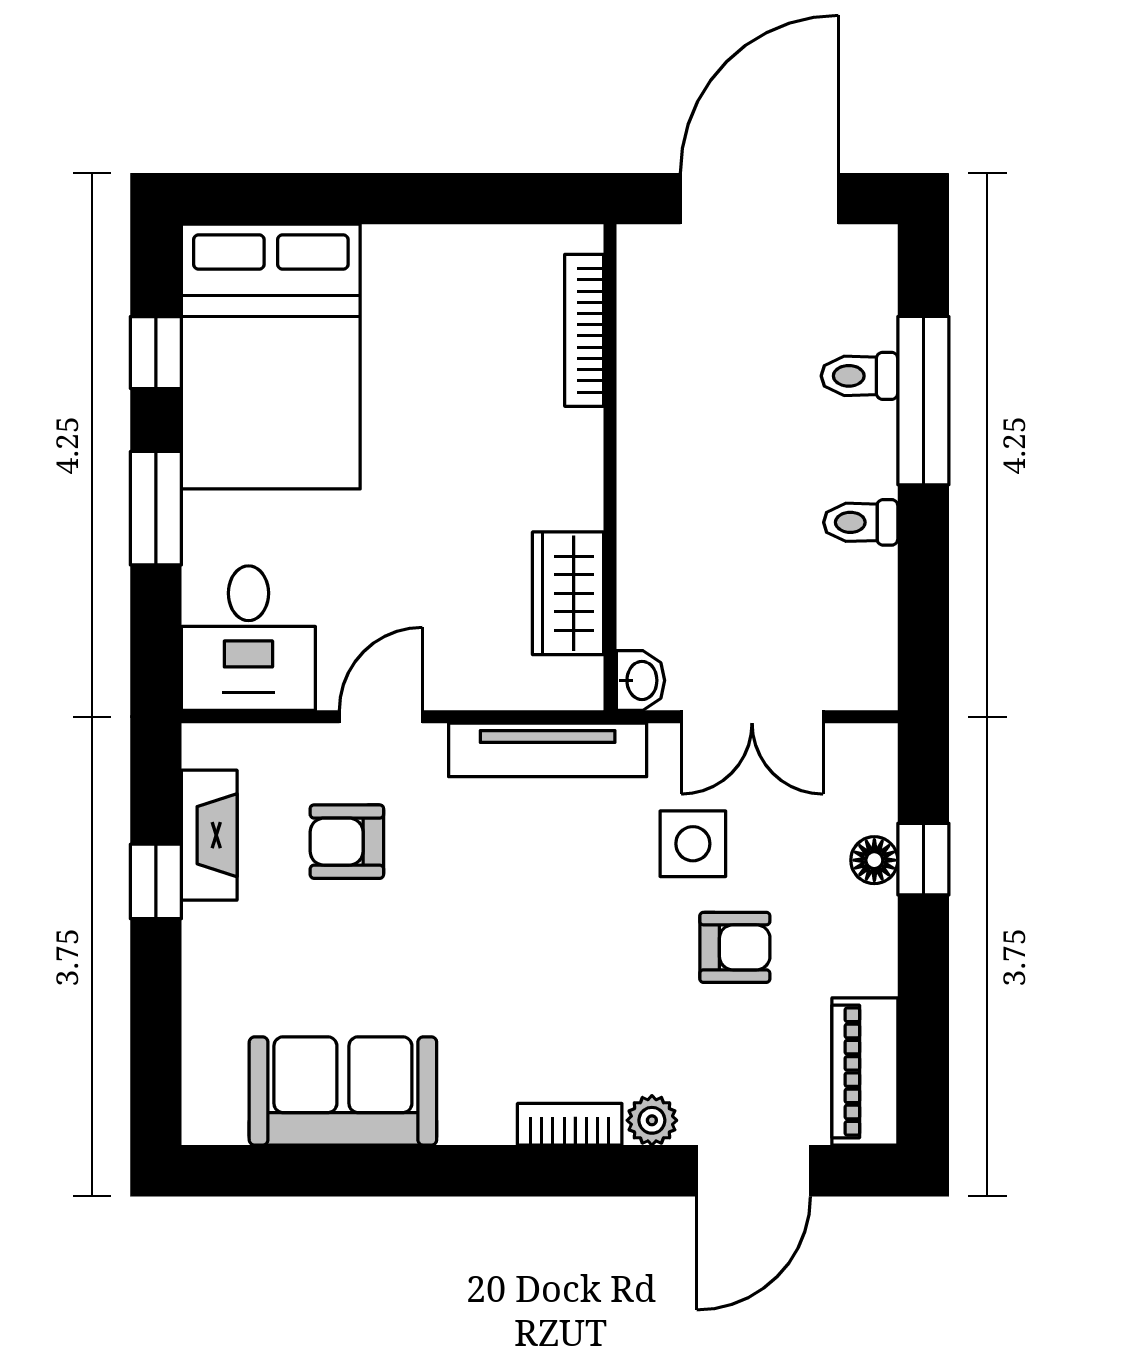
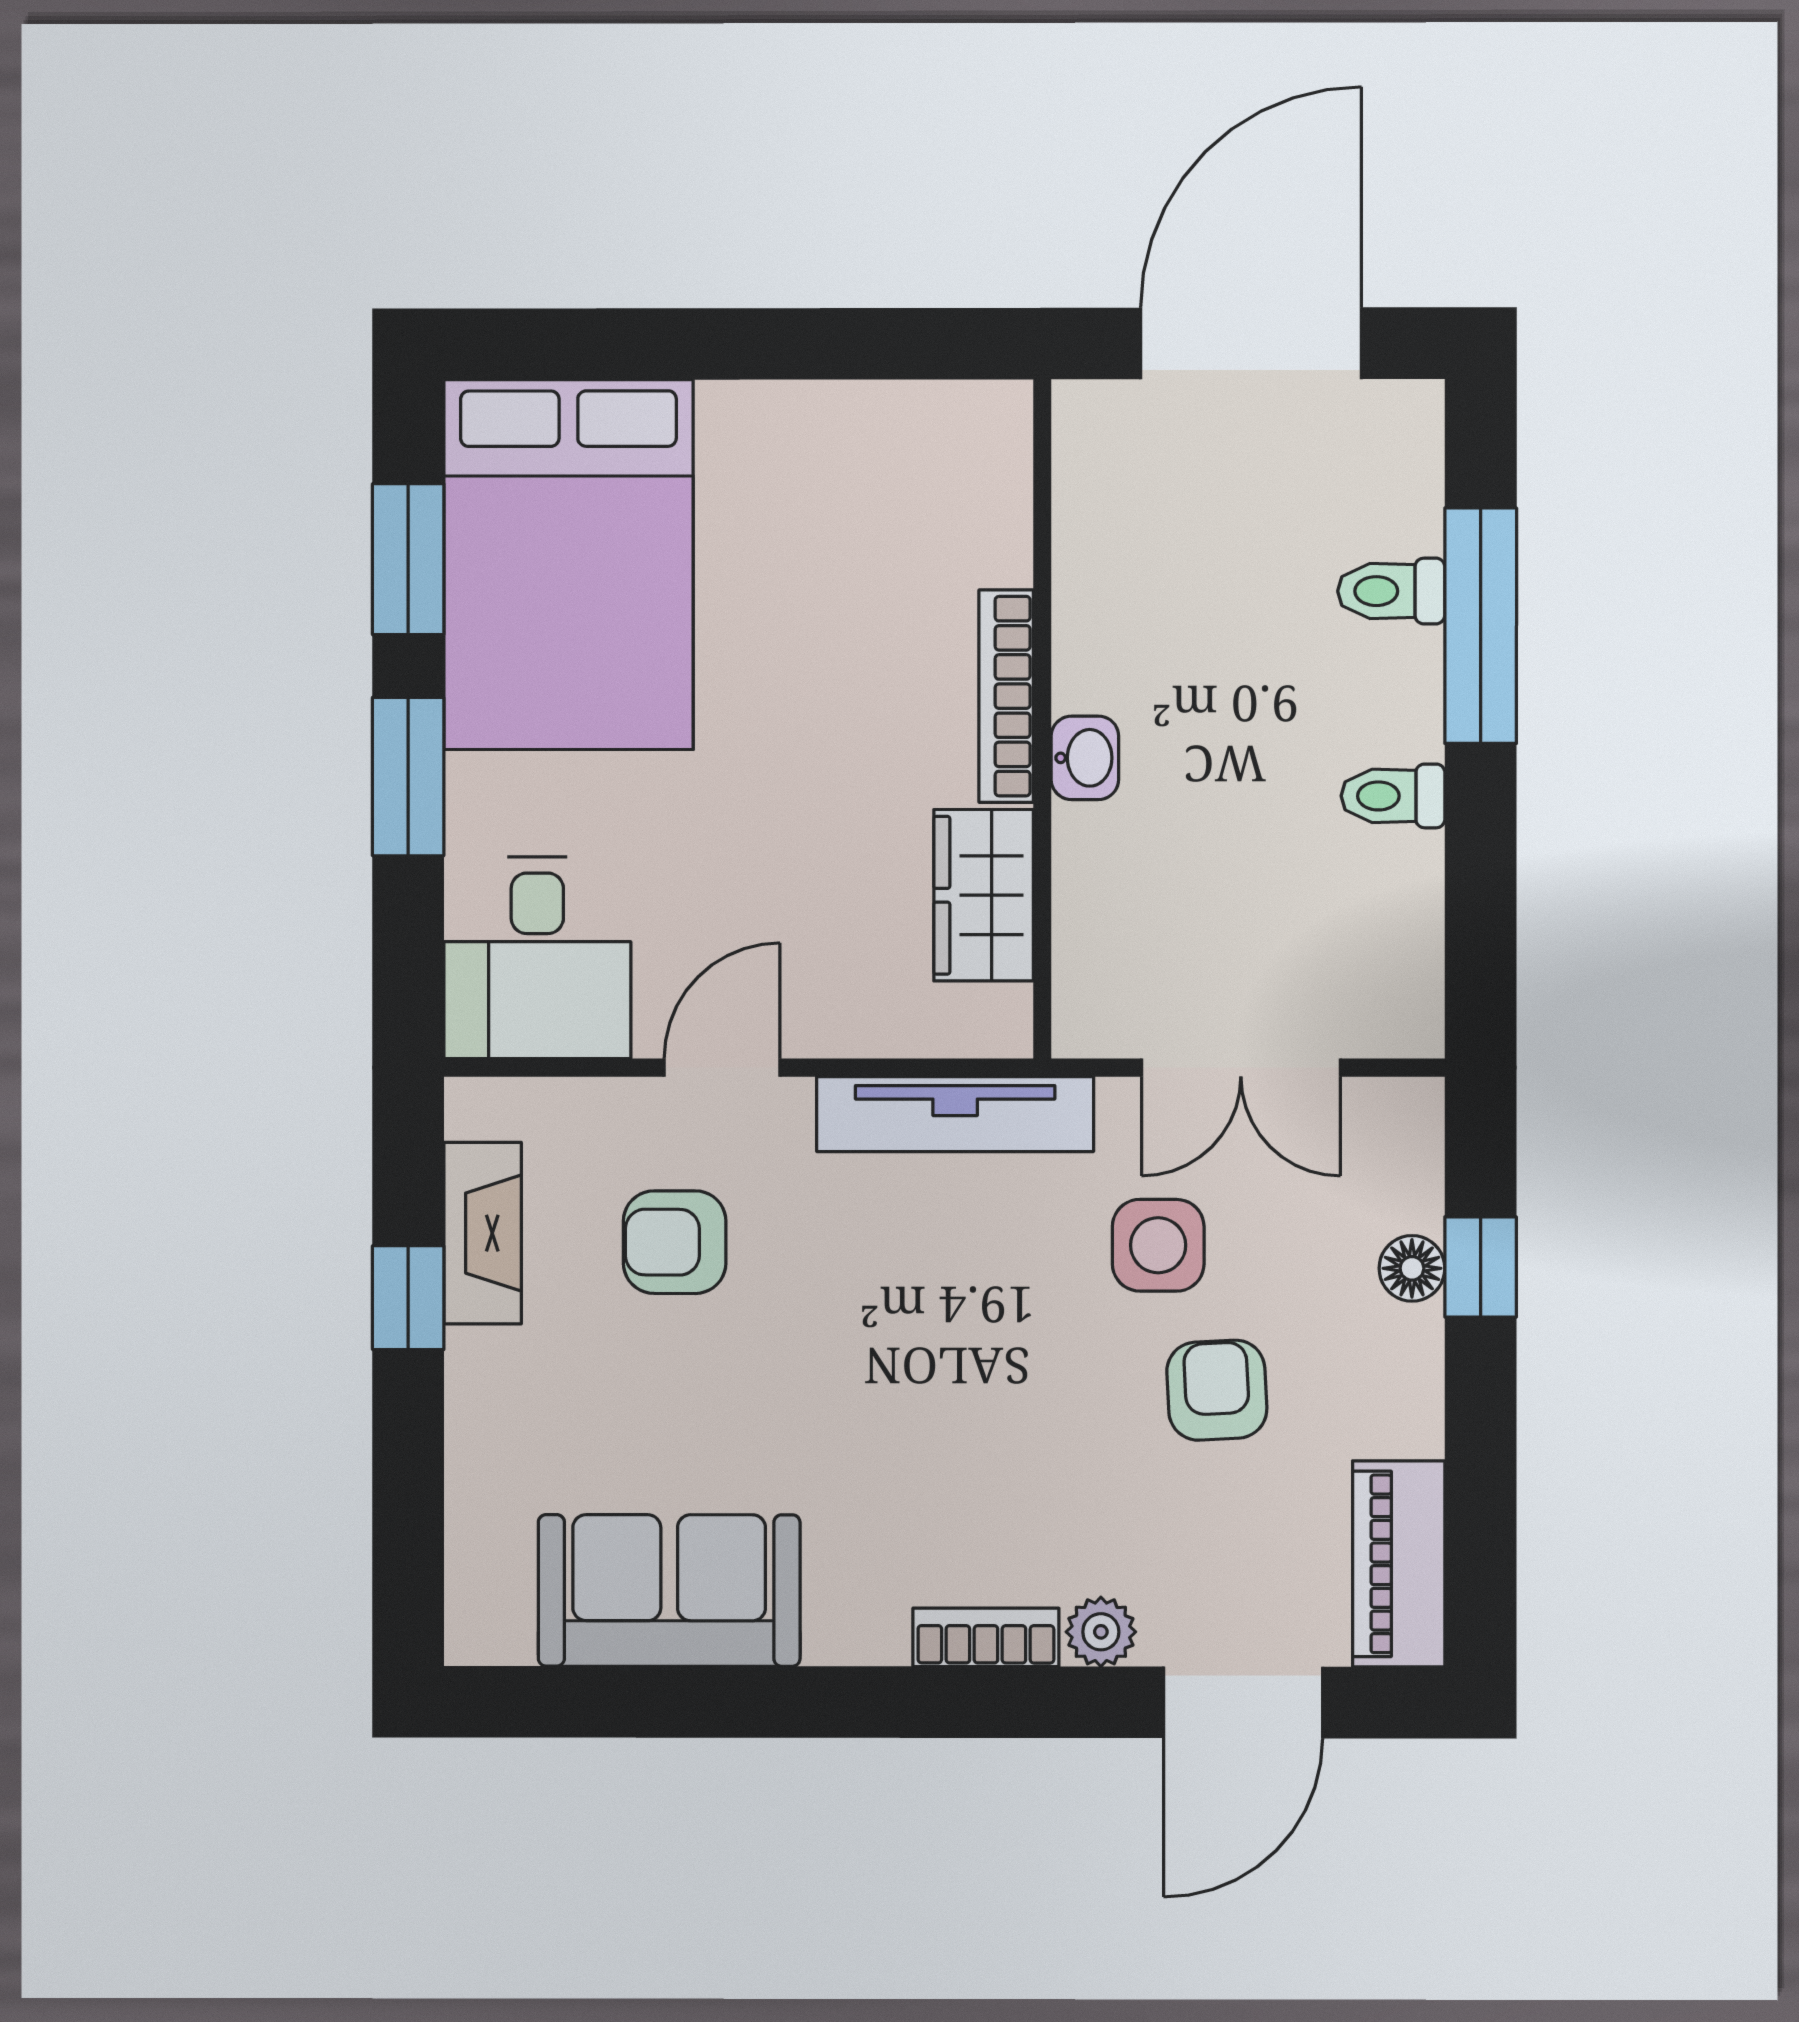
bookcase: (584, 330) -> (1006, 696), moved
window: (156, 353) -> (408, 559), width x1.50
washbasin: (641, 680) -> (1085, 758), moved
armchair: (735, 947) -> (1217, 1390), turned -93

